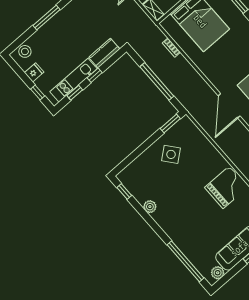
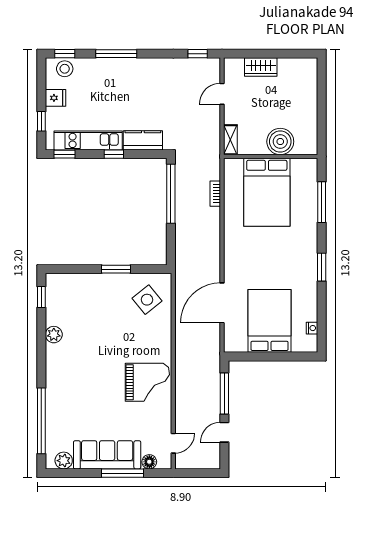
window: (17, 43) -> (65, 54), added
window: (157, 81) -> (171, 194), moved
window: (75, 93) -> (65, 154), moved
window: (170, 124) -> (116, 269), moved
side table: (171, 154) -> (147, 300), moved

